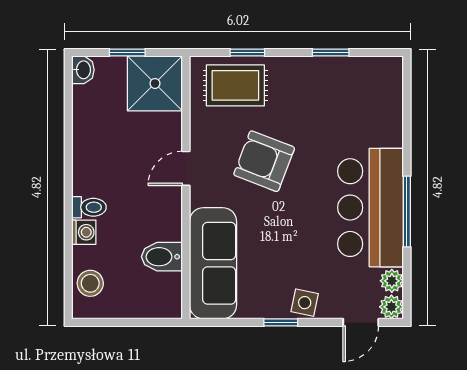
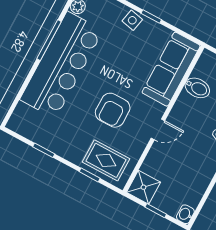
shower: (155, 83) -> (143, 187), width x0.73, depth x0.73
armchair: (264, 161) -> (113, 110), turned 69
bar counter: (371, 208) -> (61, 65), width x1.36

